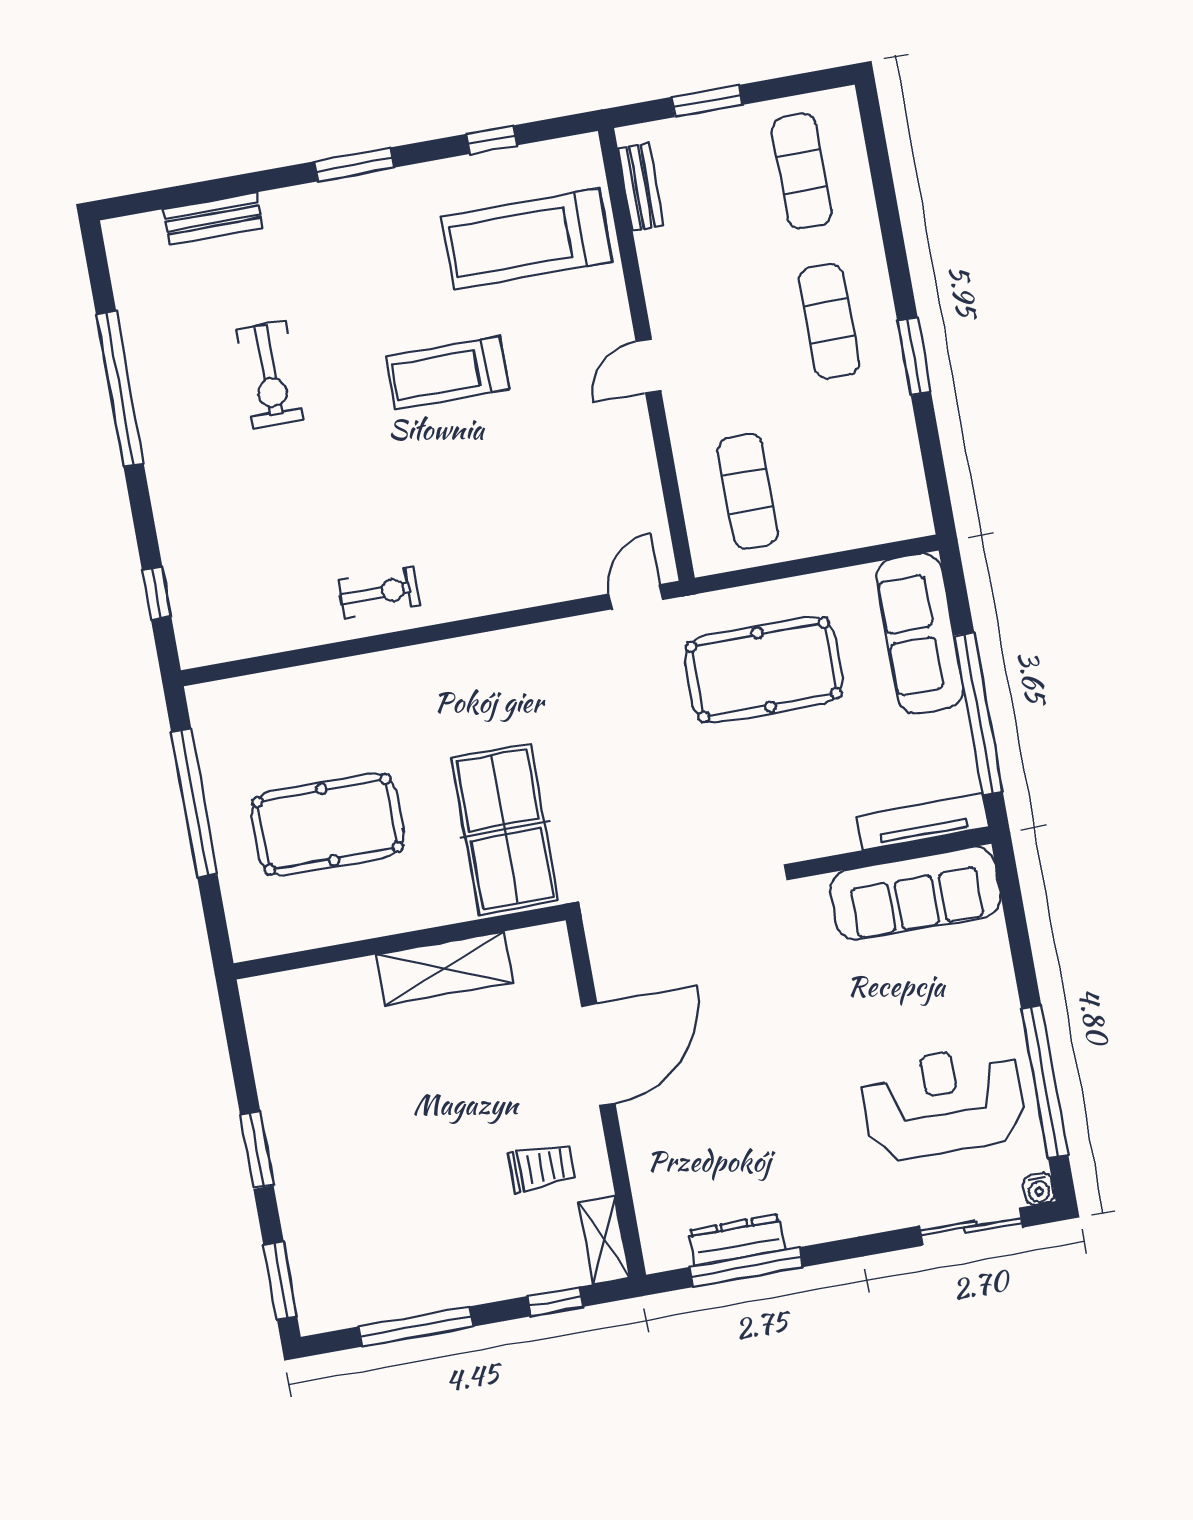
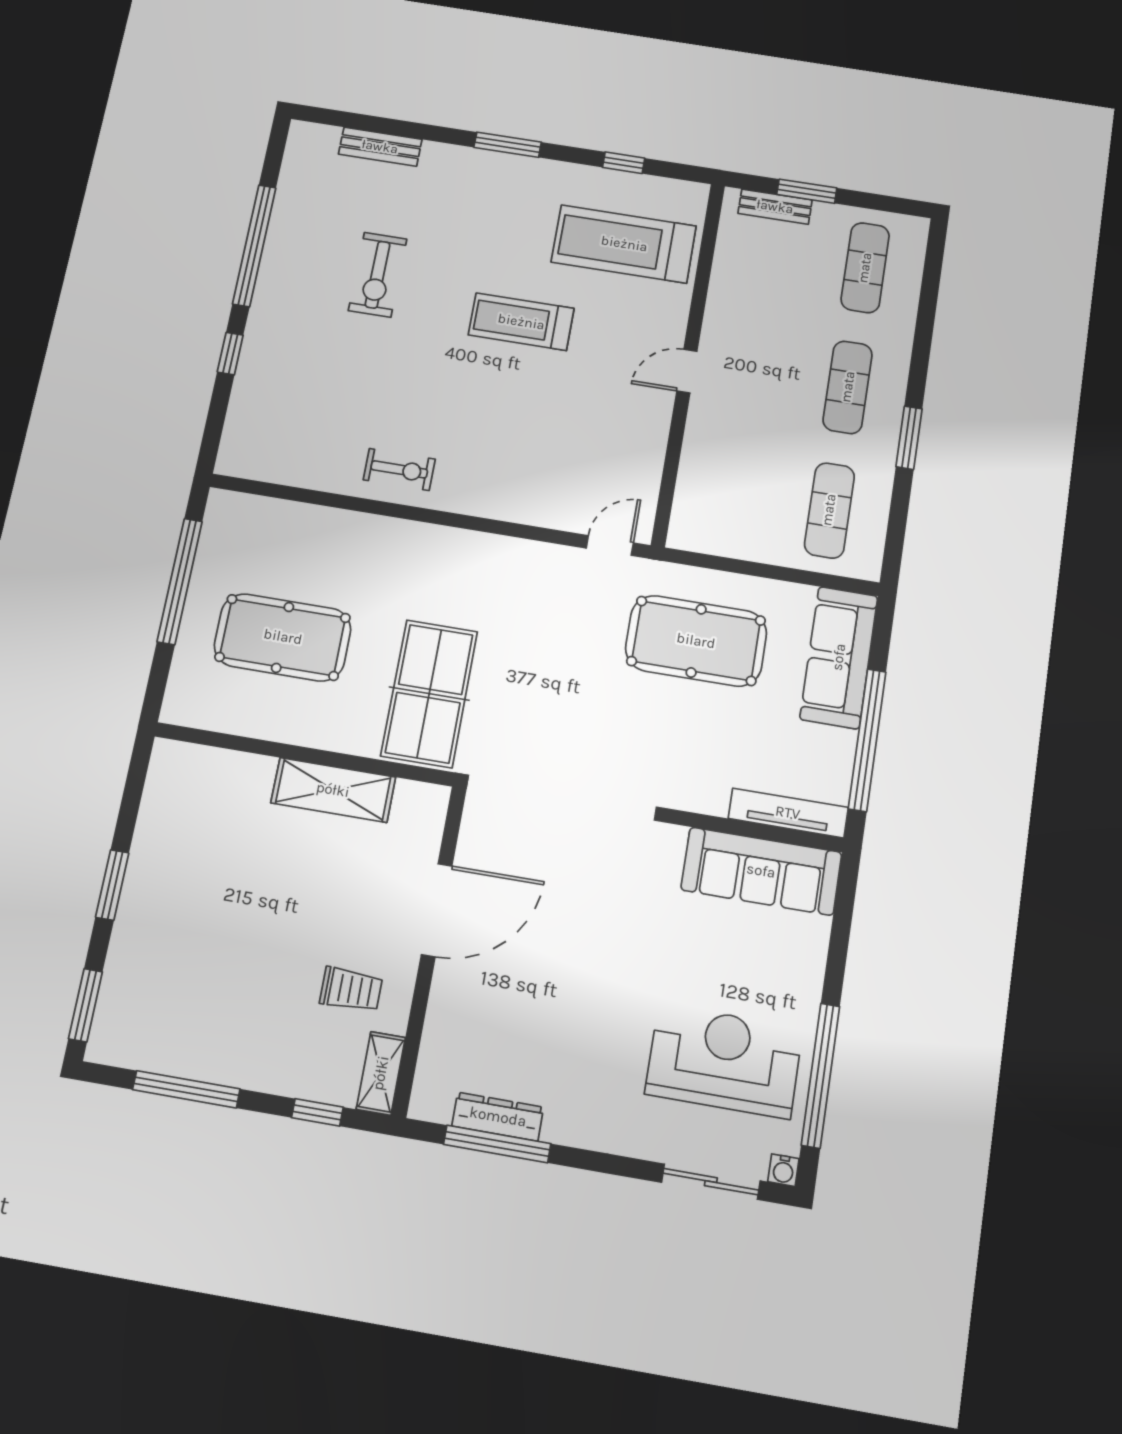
bench: (641, 187) -> (775, 207), moved, turned 90
exercise mat: (748, 491) -> (829, 510), moved
window: (157, 594) -> (230, 354), moved

